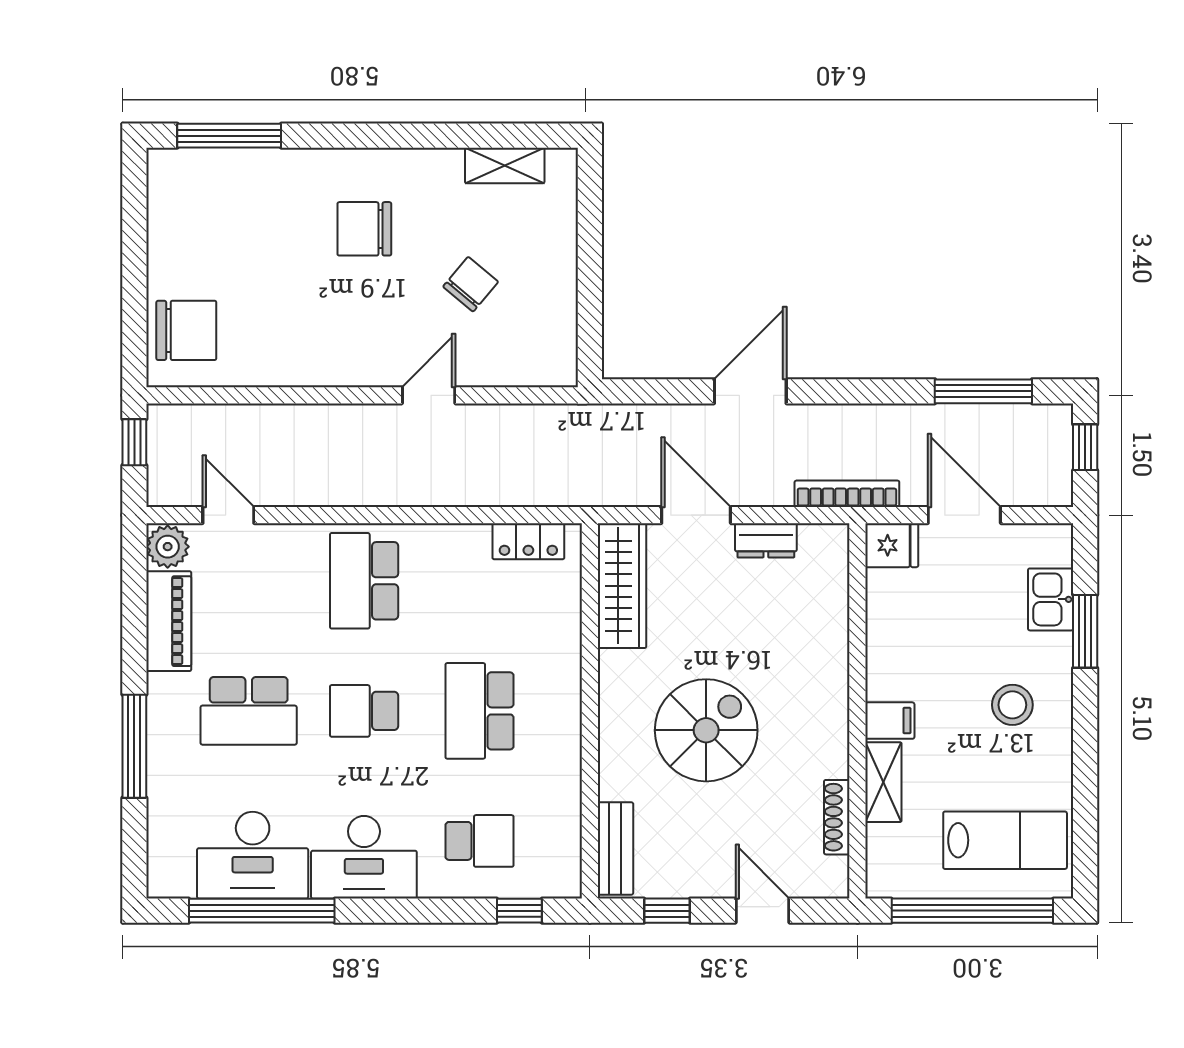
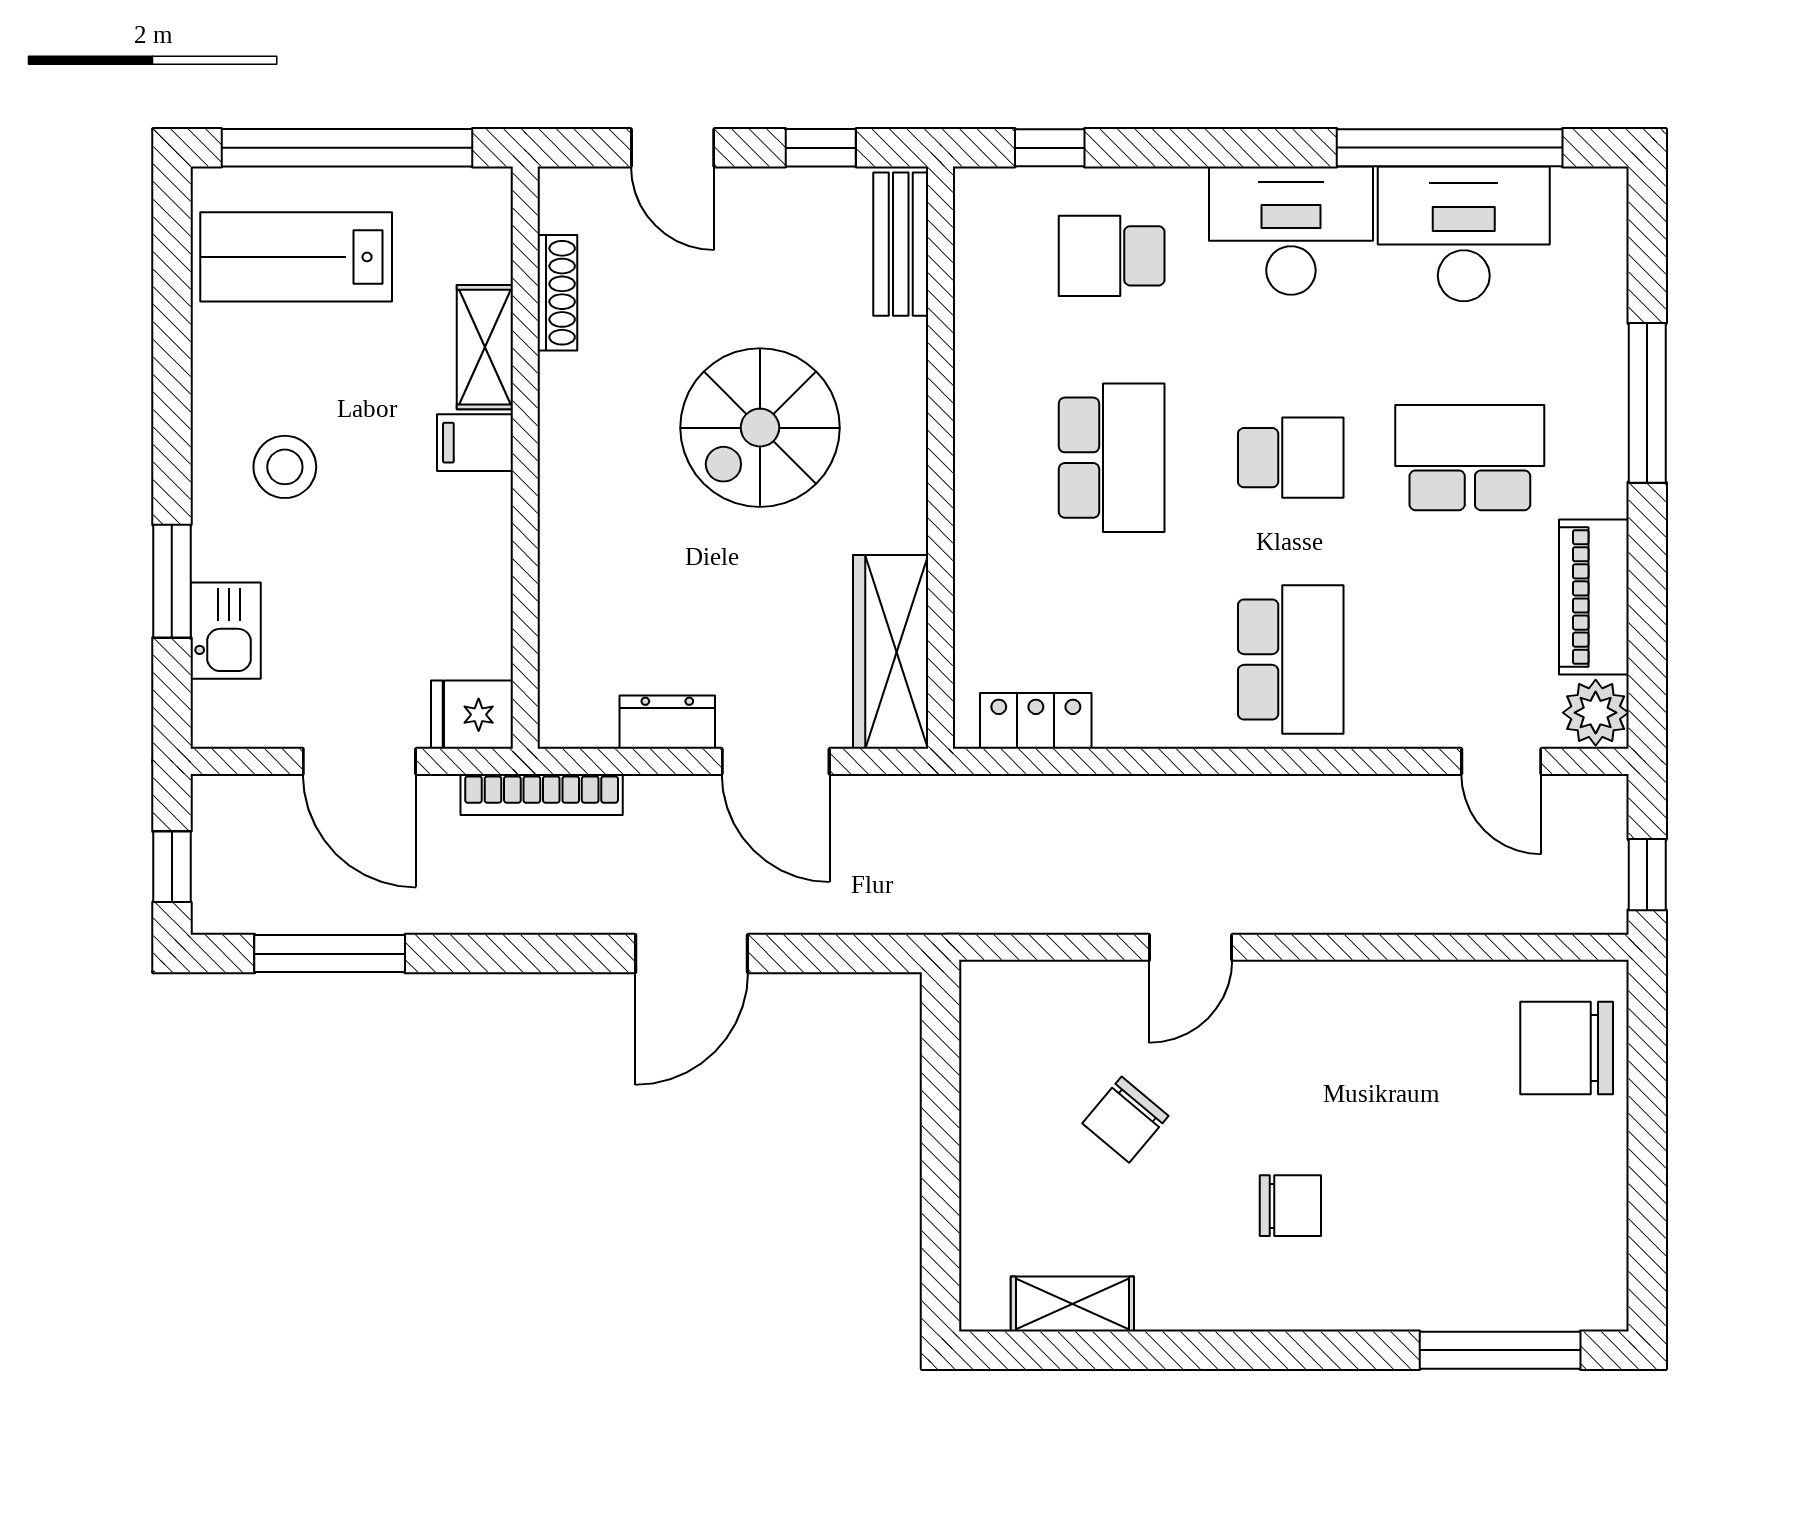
chair: (364, 229) -> (1290, 1206), width x0.73, depth x0.73

